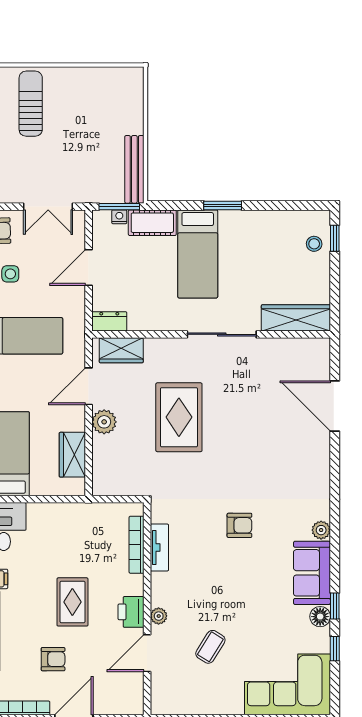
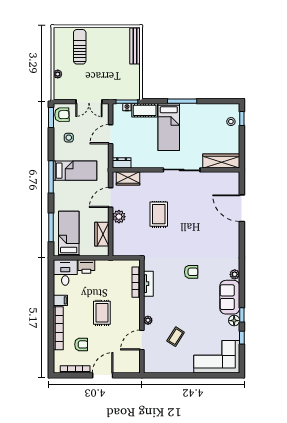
bench: (134, 169) -> (135, 46), moved
window: (223, 205) -> (182, 101), width x1.44
rug: (179, 417) -> (159, 214), width x0.73, depth x0.70
printer: (131, 612) -> (86, 266), moved, turned -90
armchair: (53, 659) -> (81, 344), moved

